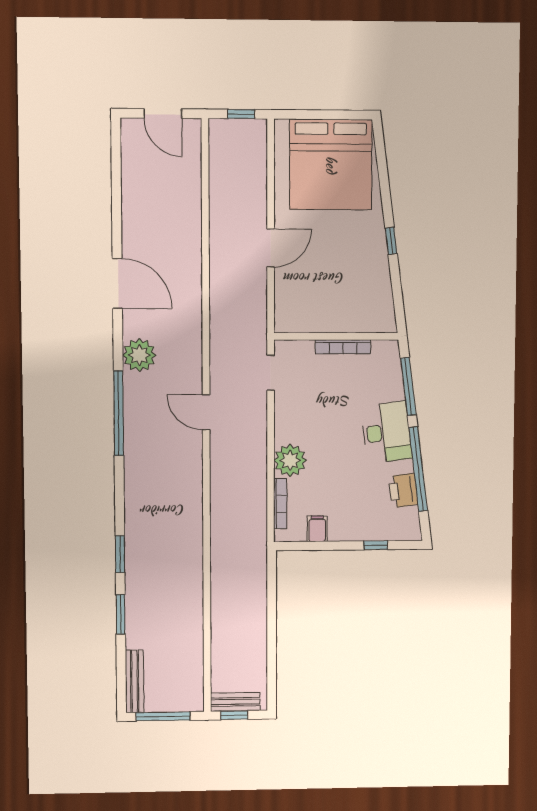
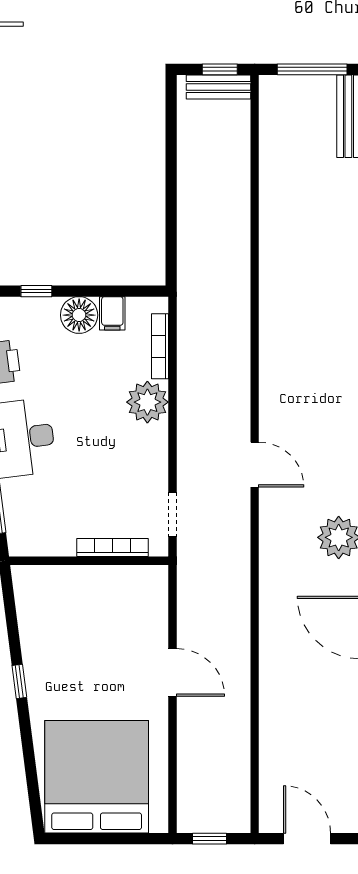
door: (271, 248) -> (172, 672), swing flipped
bookcase: (343, 347) -> (113, 547), moved
floor lamp: (343, 527) -> (79, 315), added

